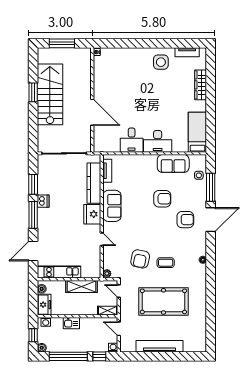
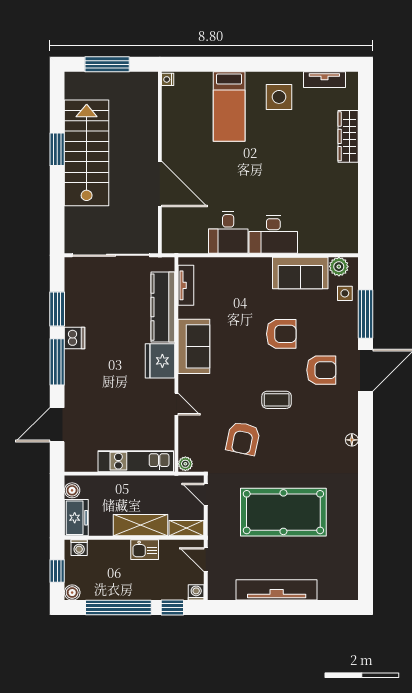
bed: (197, 132) -> (229, 107), moved, turned 180
plant: (195, 160) -> (339, 267), added
coffee table: (166, 263) -> (277, 400), moved
kitchen unit: (59, 272) -> (136, 461), moved
shelving: (81, 286) -> (141, 525), moved
kitchen sink: (71, 323) -> (145, 550), moved

